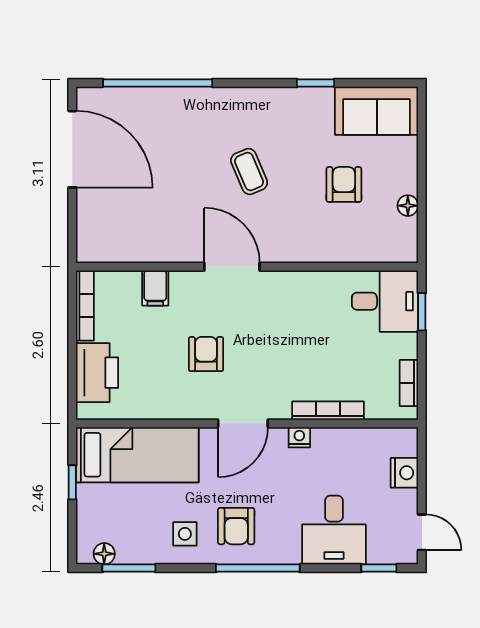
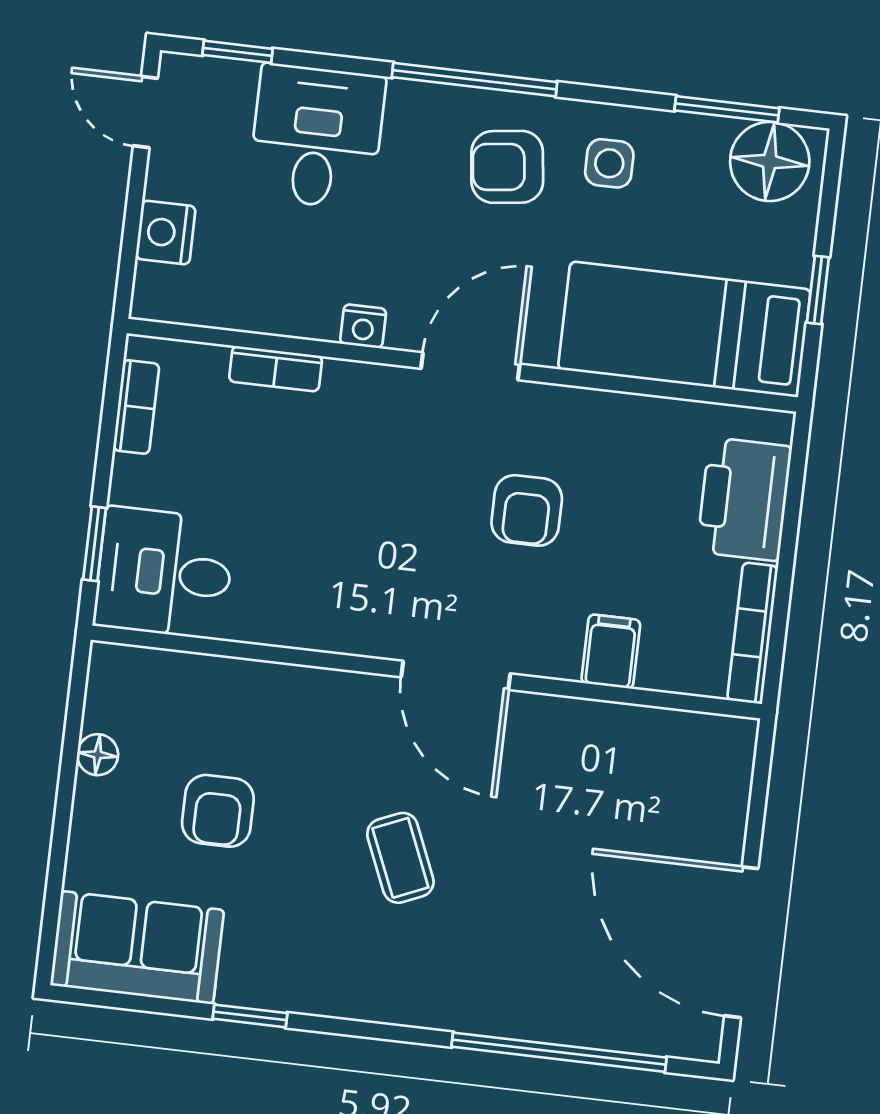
bookcase: (328, 411) -> (276, 369), width x0.64
armchair: (236, 526) -> (507, 167), turned -97
floor lamp: (104, 554) -> (770, 161), width x1.89, depth x1.89

